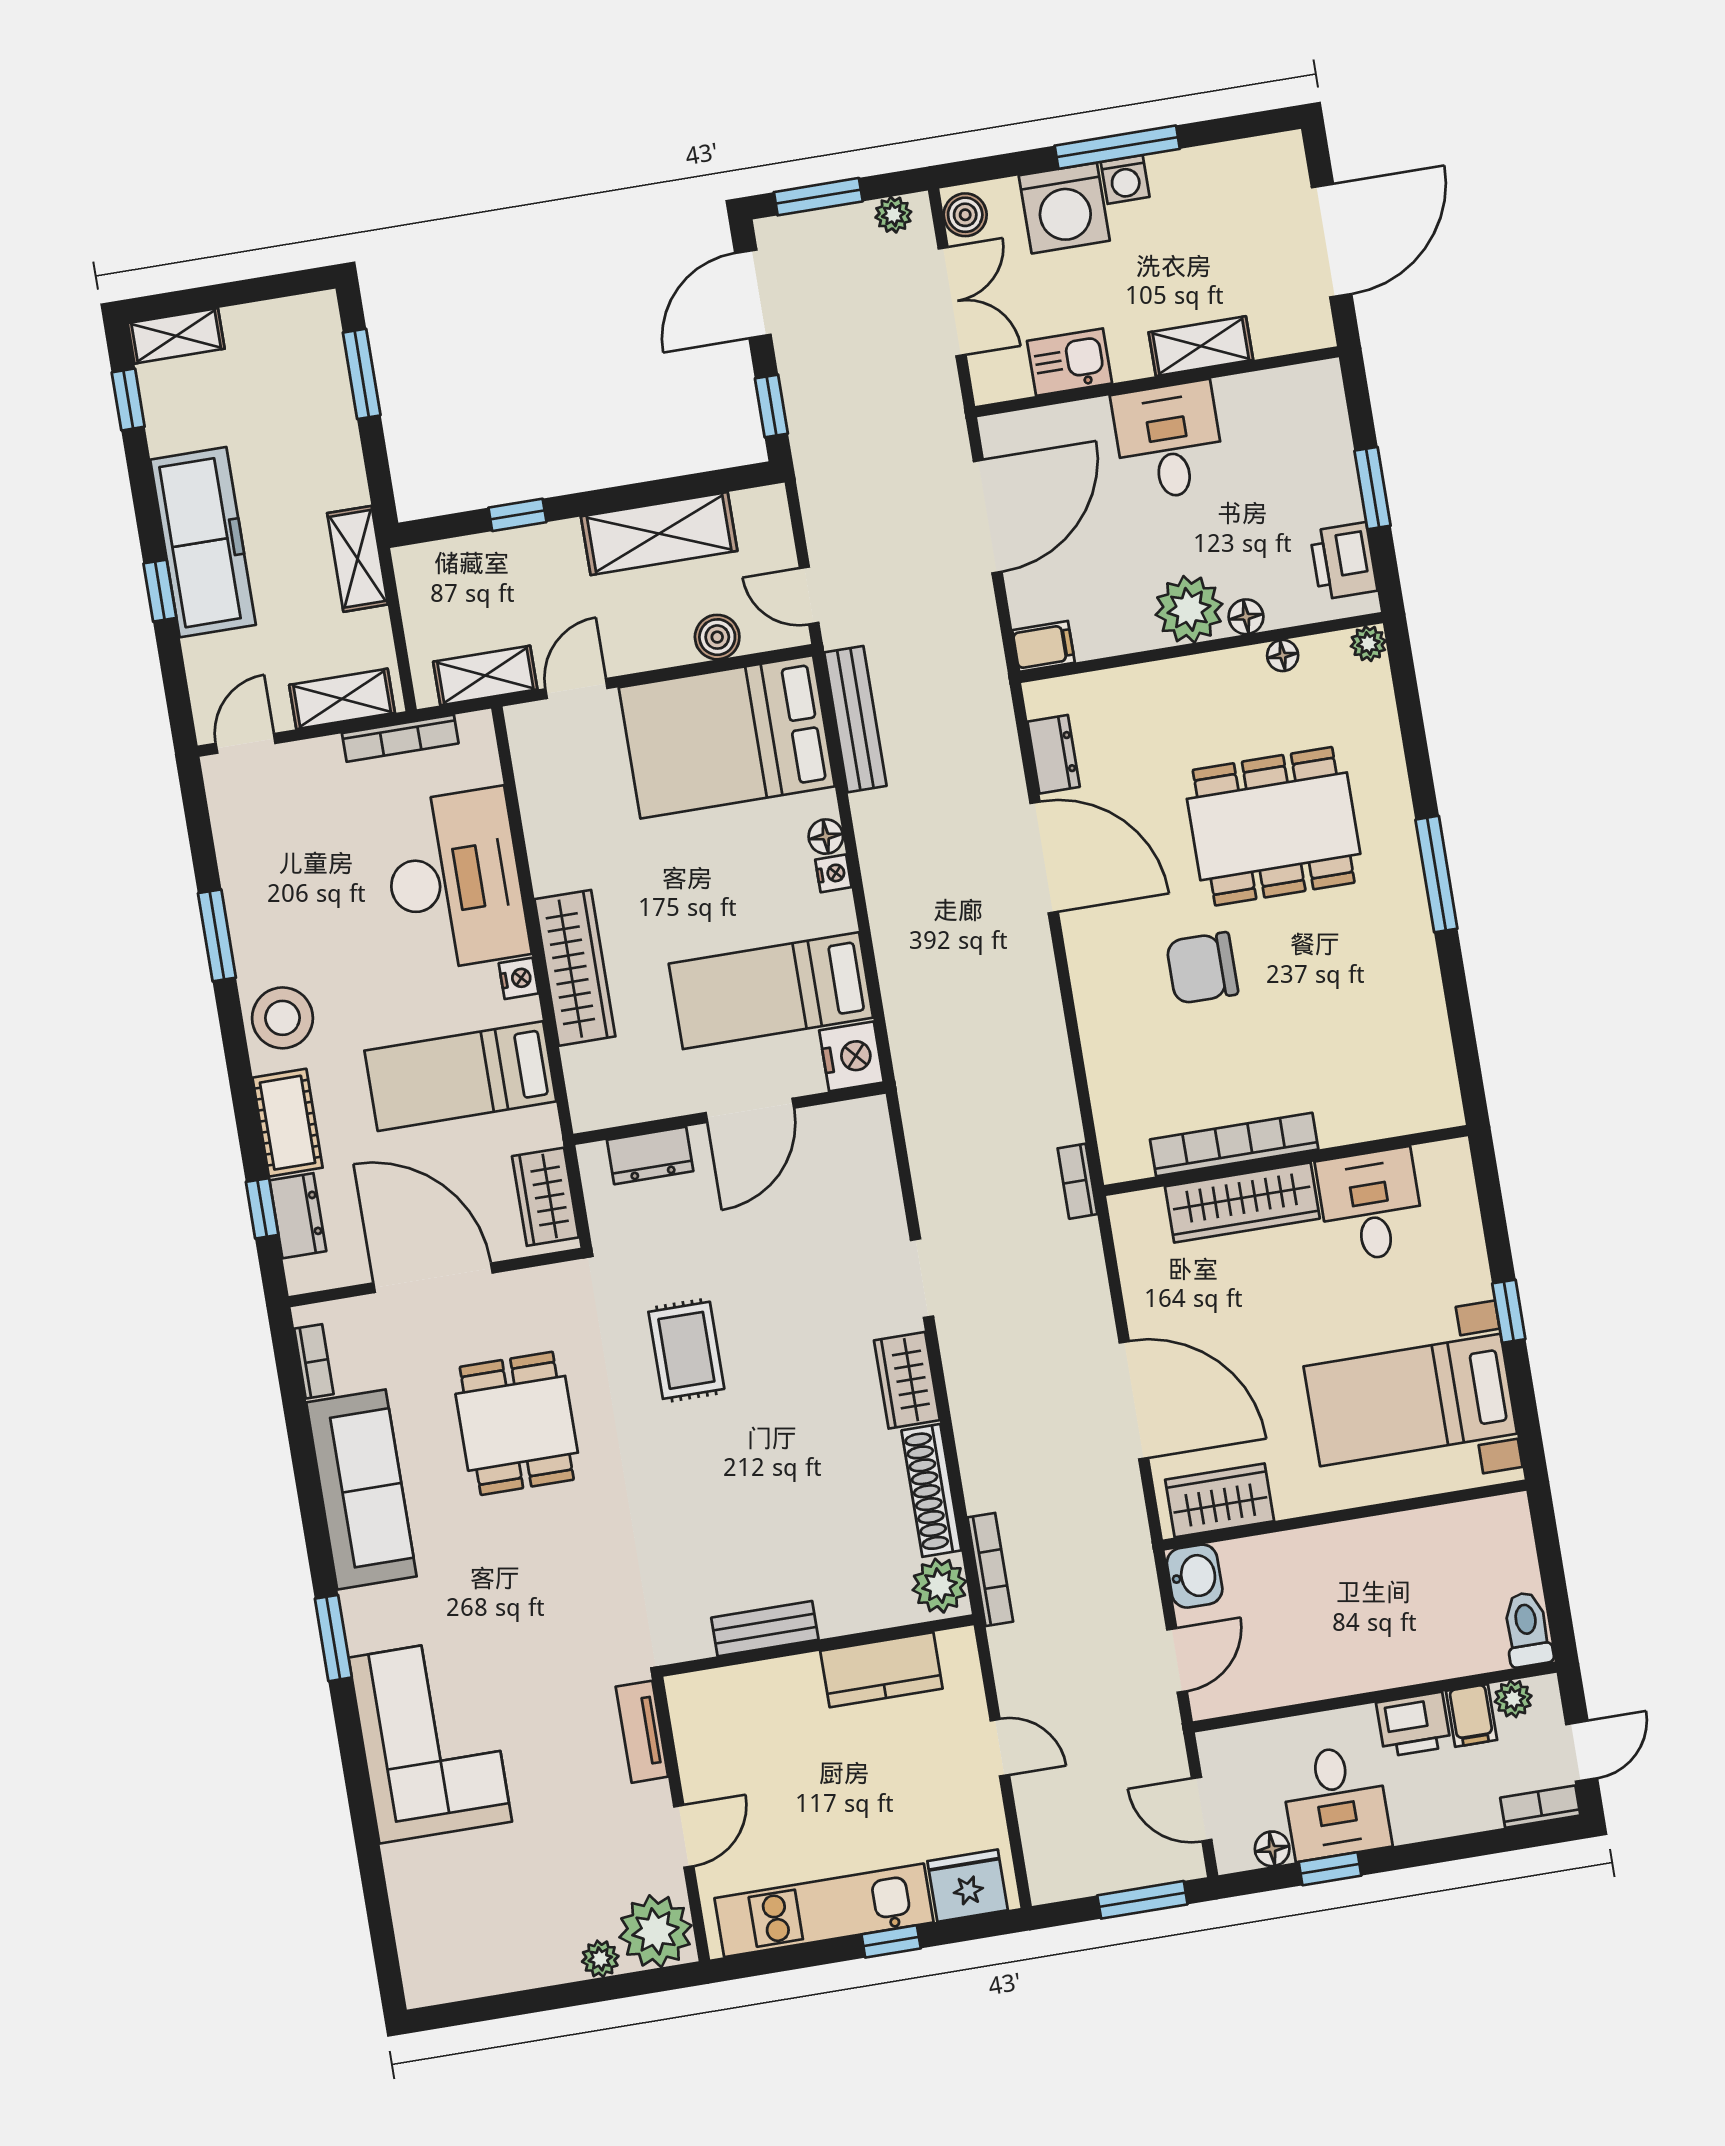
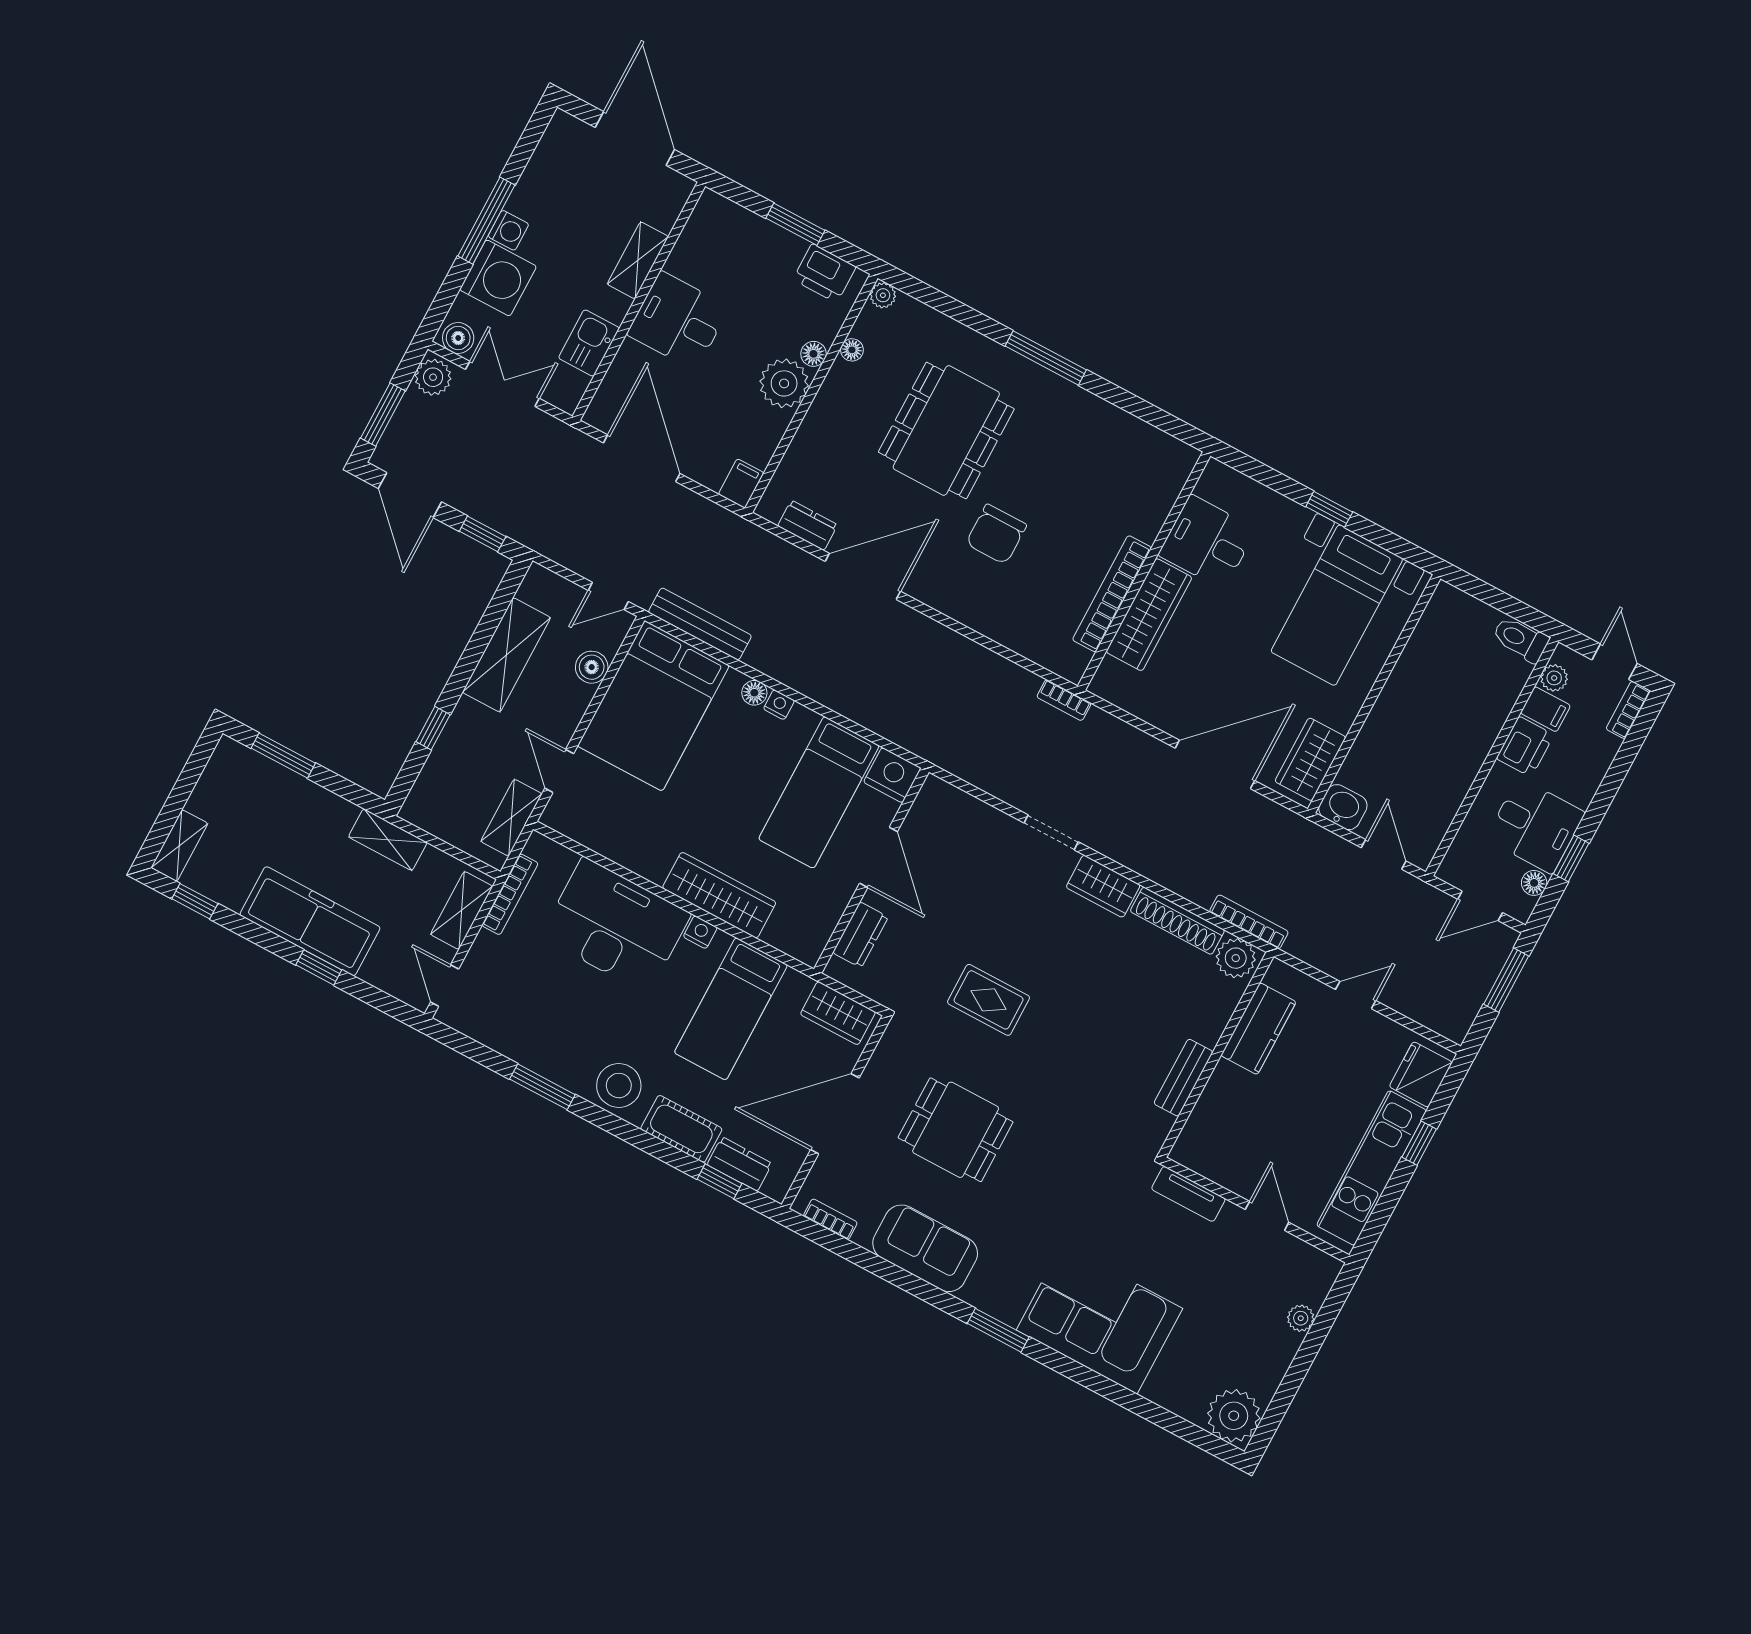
plant: (893, 215) -> (433, 377), width x1.38, depth x1.38
sofa: (361, 1489) -> (925, 1248), width x0.73
plant: (655, 1931) -> (1234, 1416), moved

